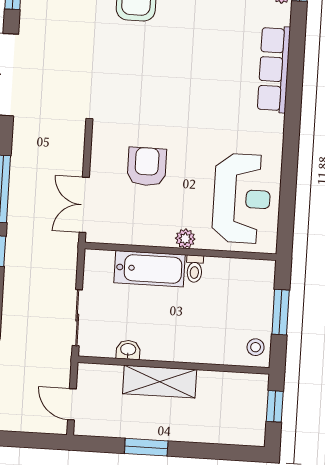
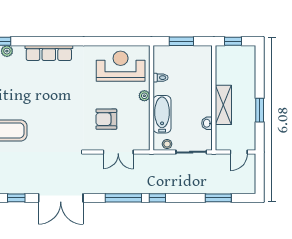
double door: (84, 205) -> (118, 152), moved
toilet: (195, 269) -> (161, 78), moved
stool: (256, 347) -> (167, 144), moved

